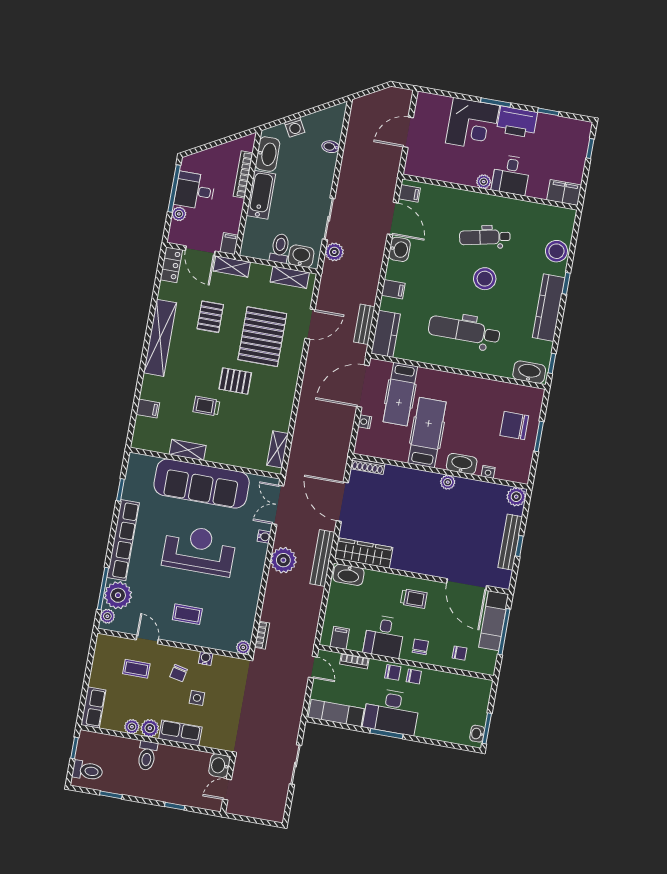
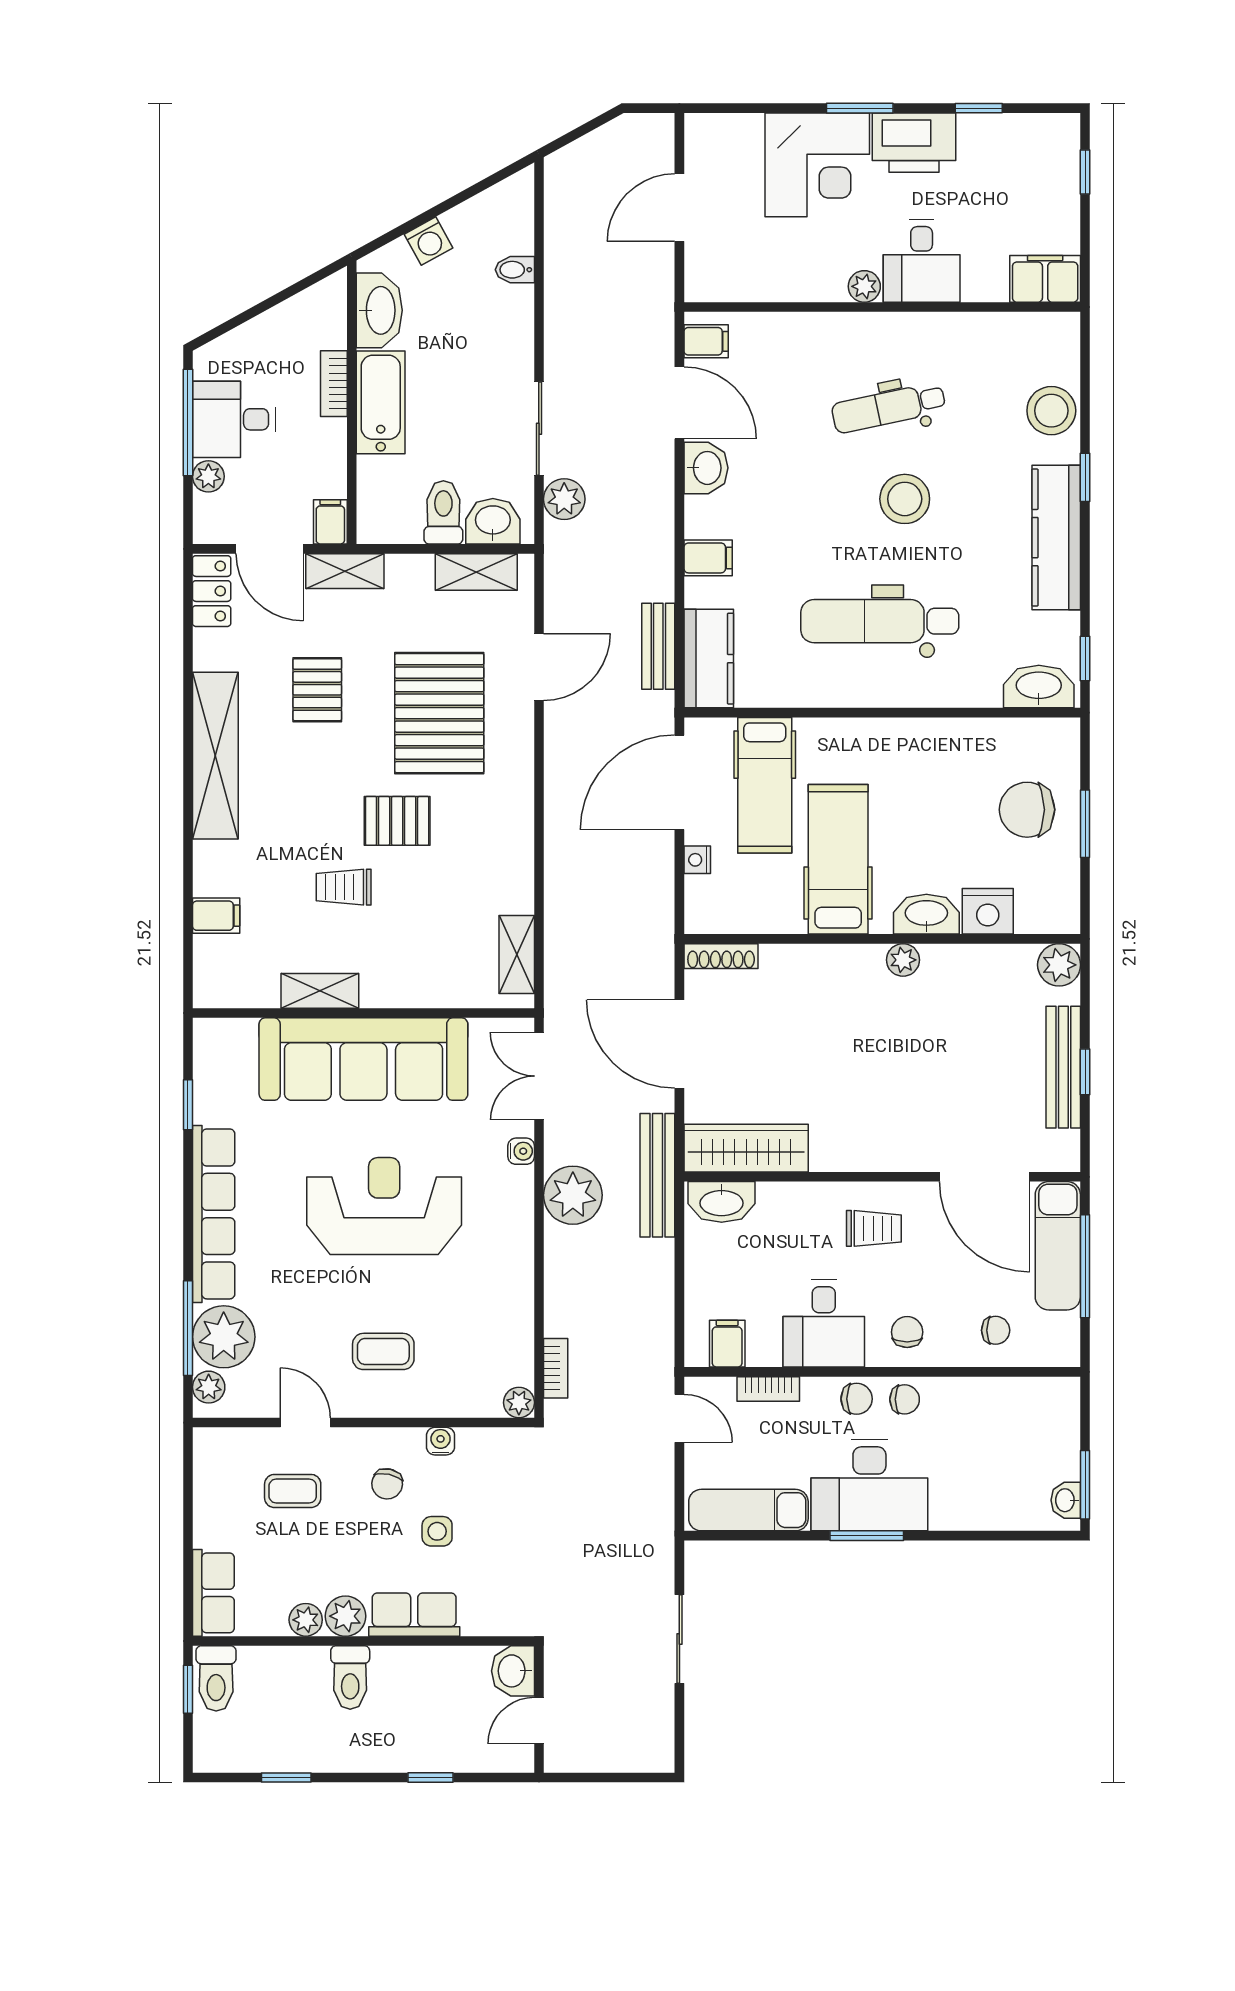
bookcase: (243, 175) -> (334, 384), width x0.64
nightstand: (488, 472) -> (988, 911), width x1.89, depth x1.79
toilet: (88, 771) -> (216, 1678), moved, turned 90

